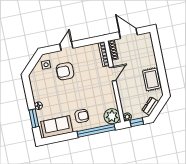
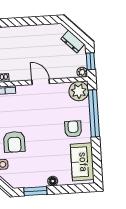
door: (113, 74) -> (41, 82), moved
rug: (152, 79) -> (40, 35), removed
window: (34, 118) -> (35, 191), moved

